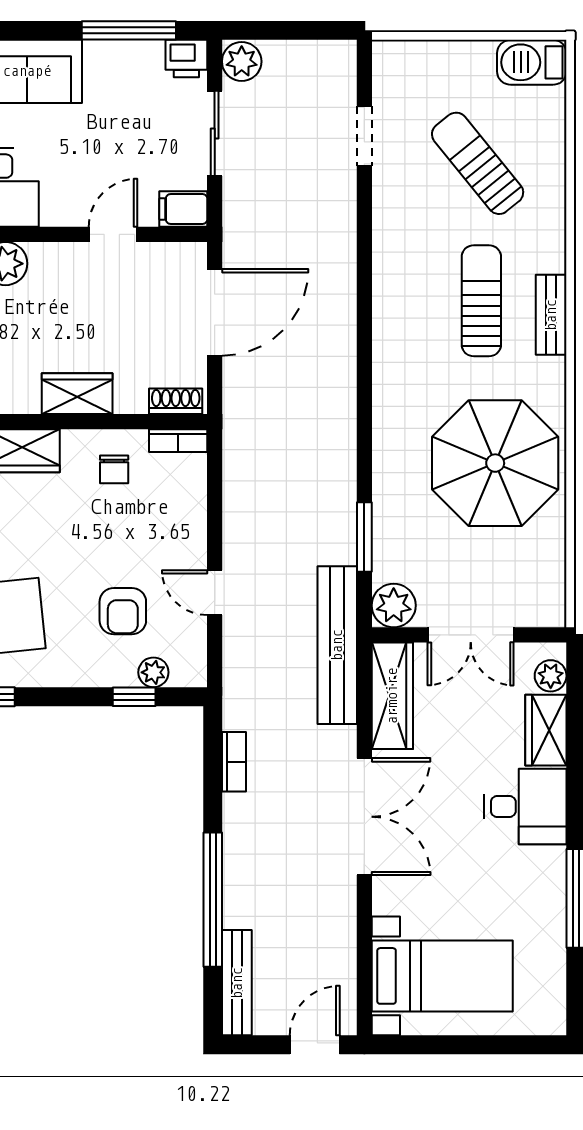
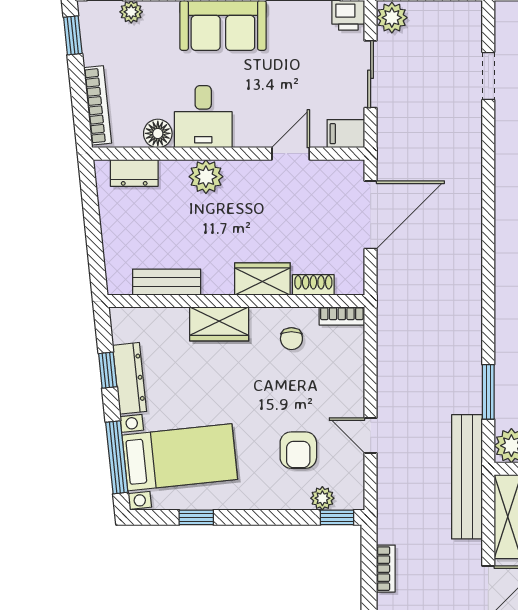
shoe rack: (176, 401) -> (313, 285), moved
window: (134, 697) -> (337, 517), moved

